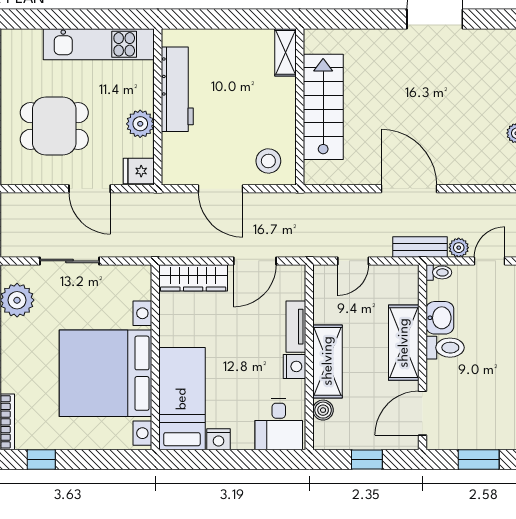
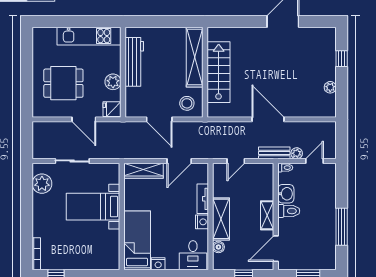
shelving: (285, 52) -> (195, 57), width x2.20, depth x1.33
shelving: (404, 343) -> (267, 215), width x0.67, depth x0.75
bed with nightstands: (105, 373) -> (93, 207), width x0.54

